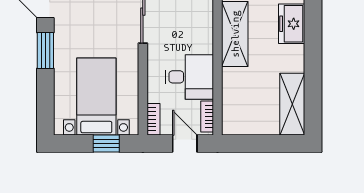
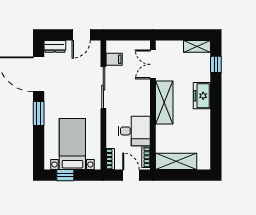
shelving: (292, 104) -> (176, 161), moved, turned 90
window: (106, 143) -> (65, 175), moved

